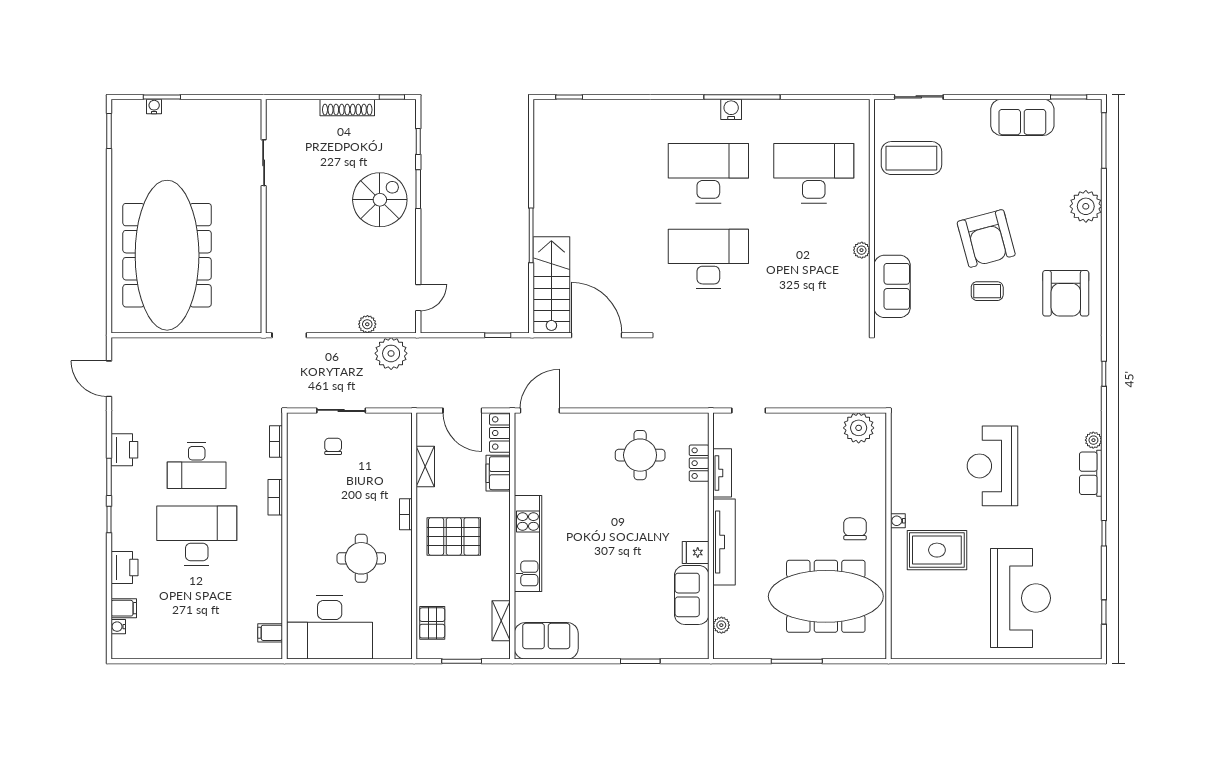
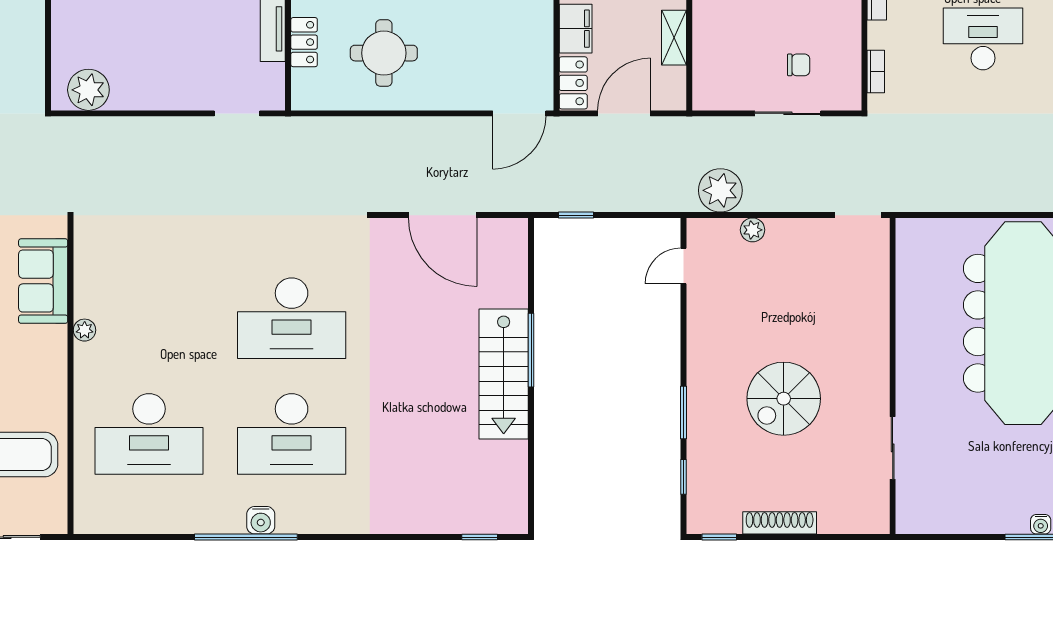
spiral stairs: (380, 200) -> (784, 399), moved
stairs: (551, 285) -> (504, 374), moved
door: (462, 410) -> (624, 113), hinge flipped
chair: (333, 446) -> (799, 65), turned -90

